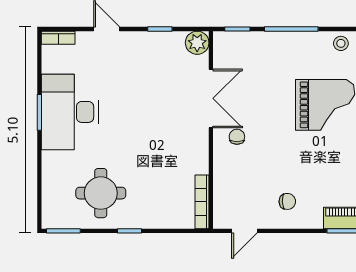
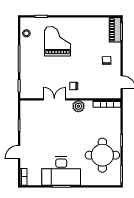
plant: (197, 43) -> (78, 106), moved
double door: (211, 98) -> (54, 99), width x0.73
round table: (101, 193) -> (102, 155), width x1.36, depth x1.36

